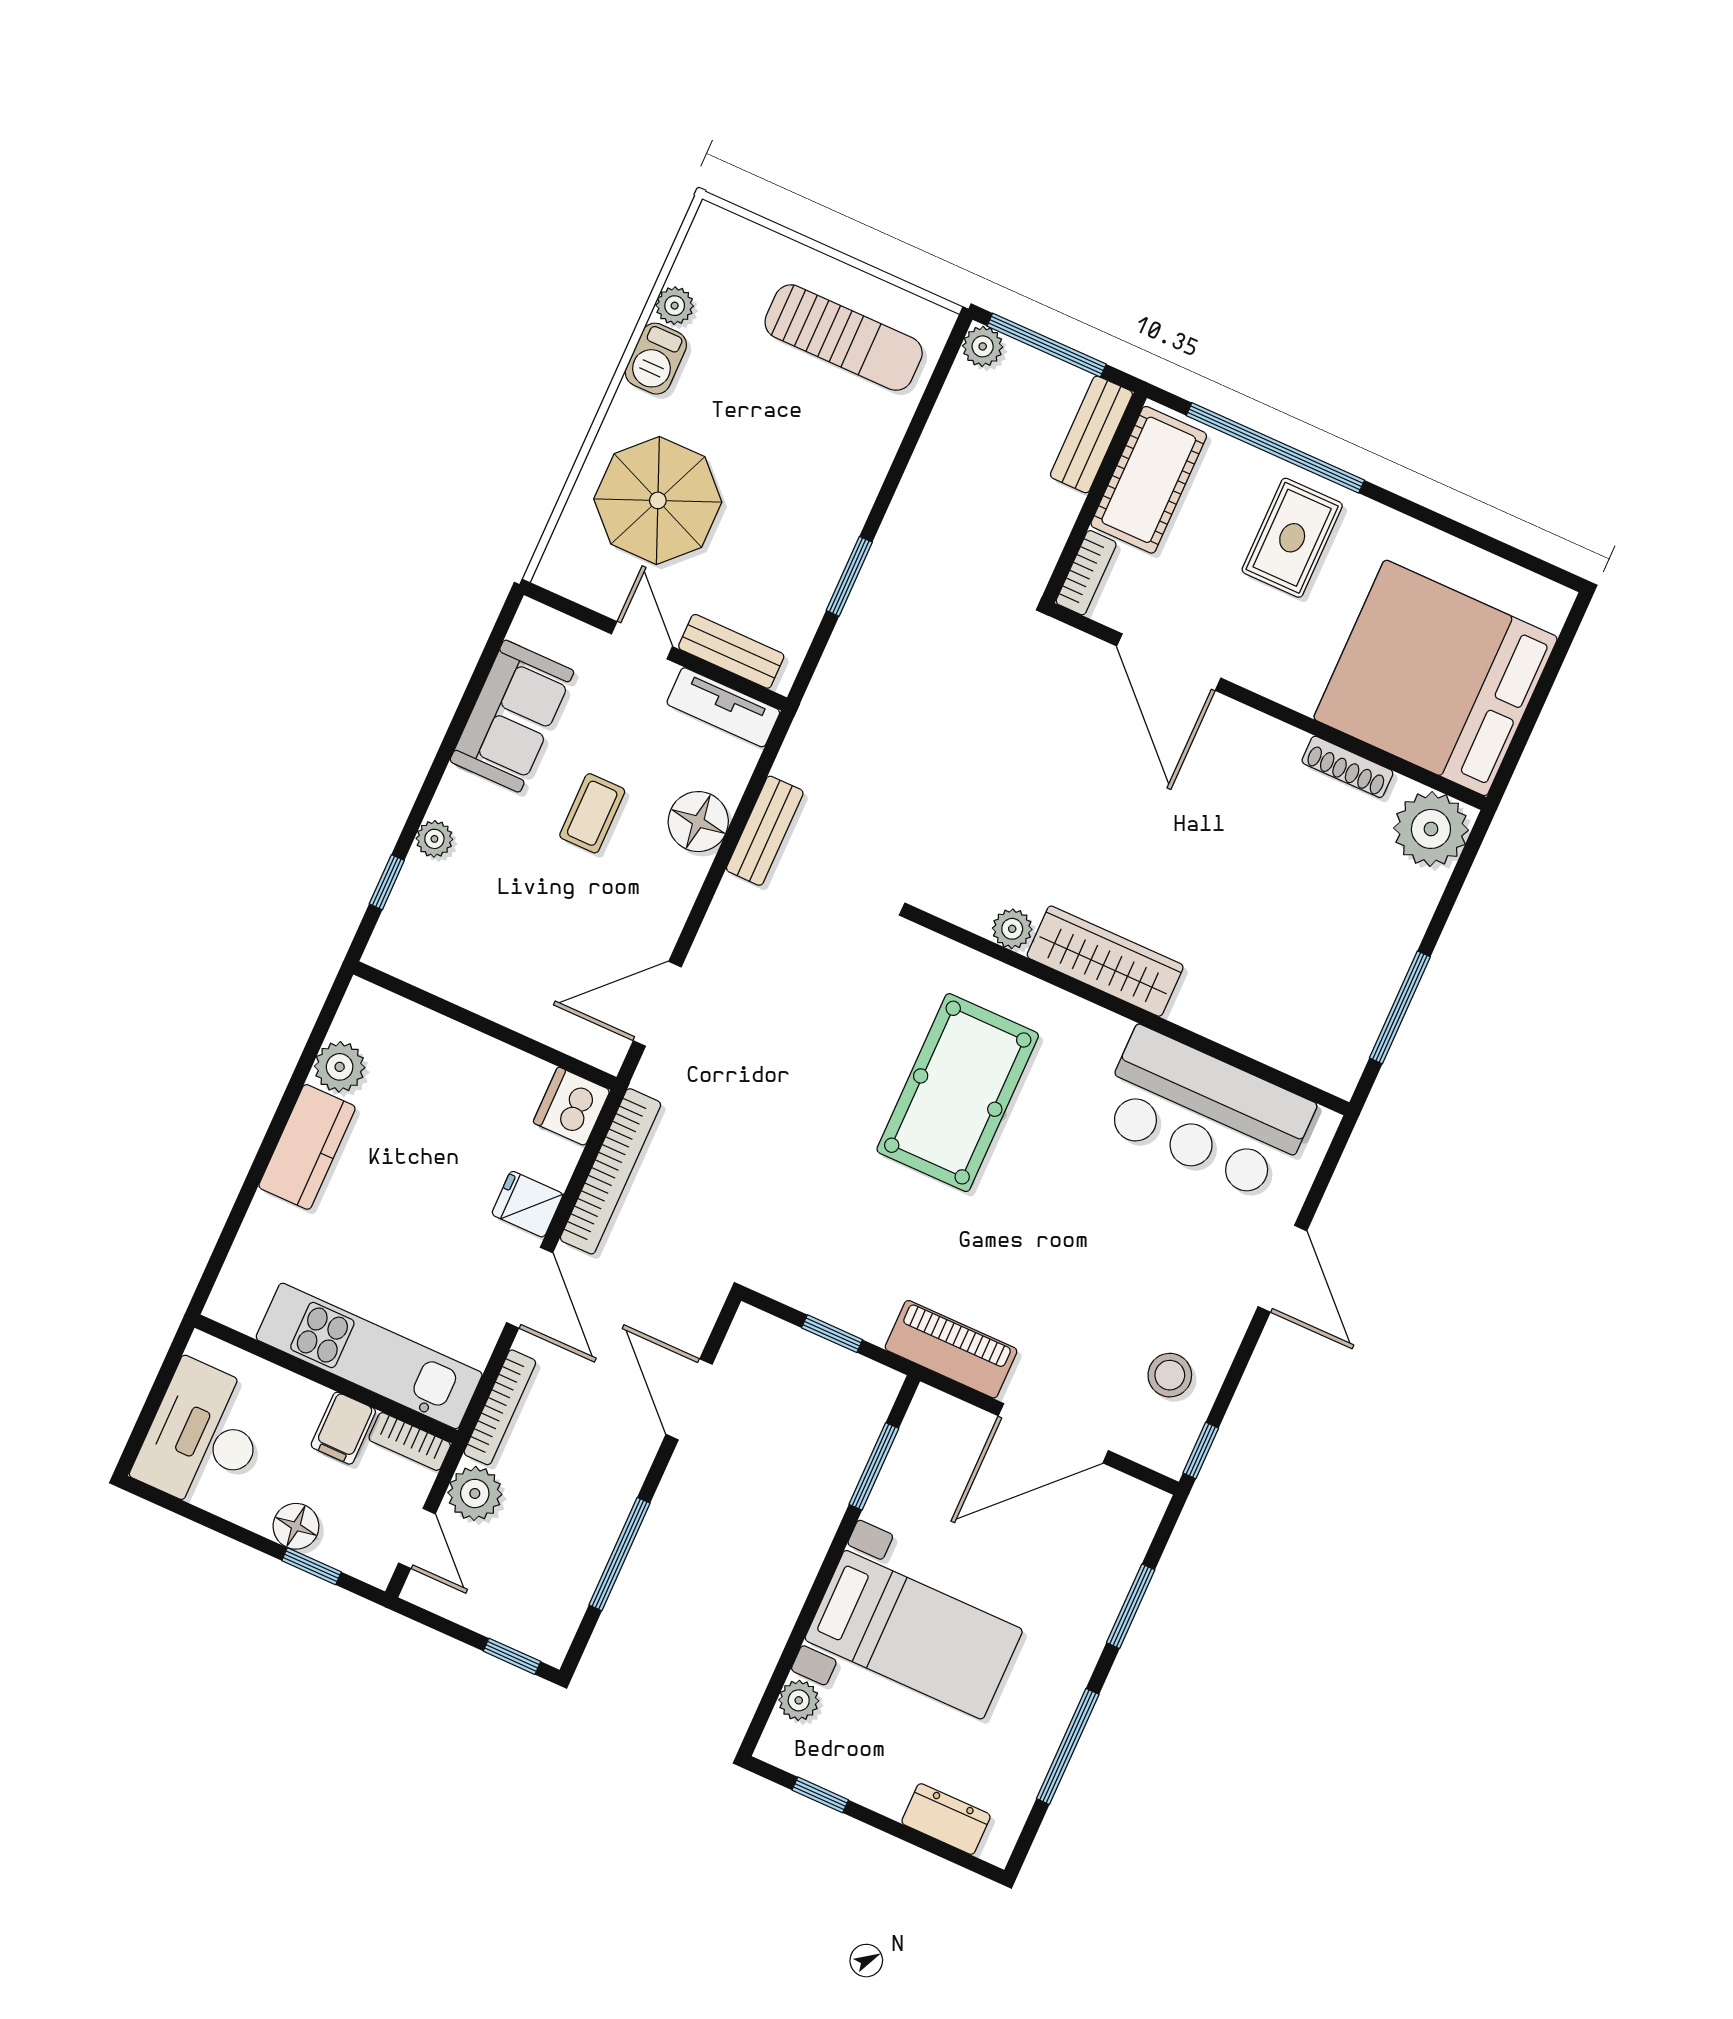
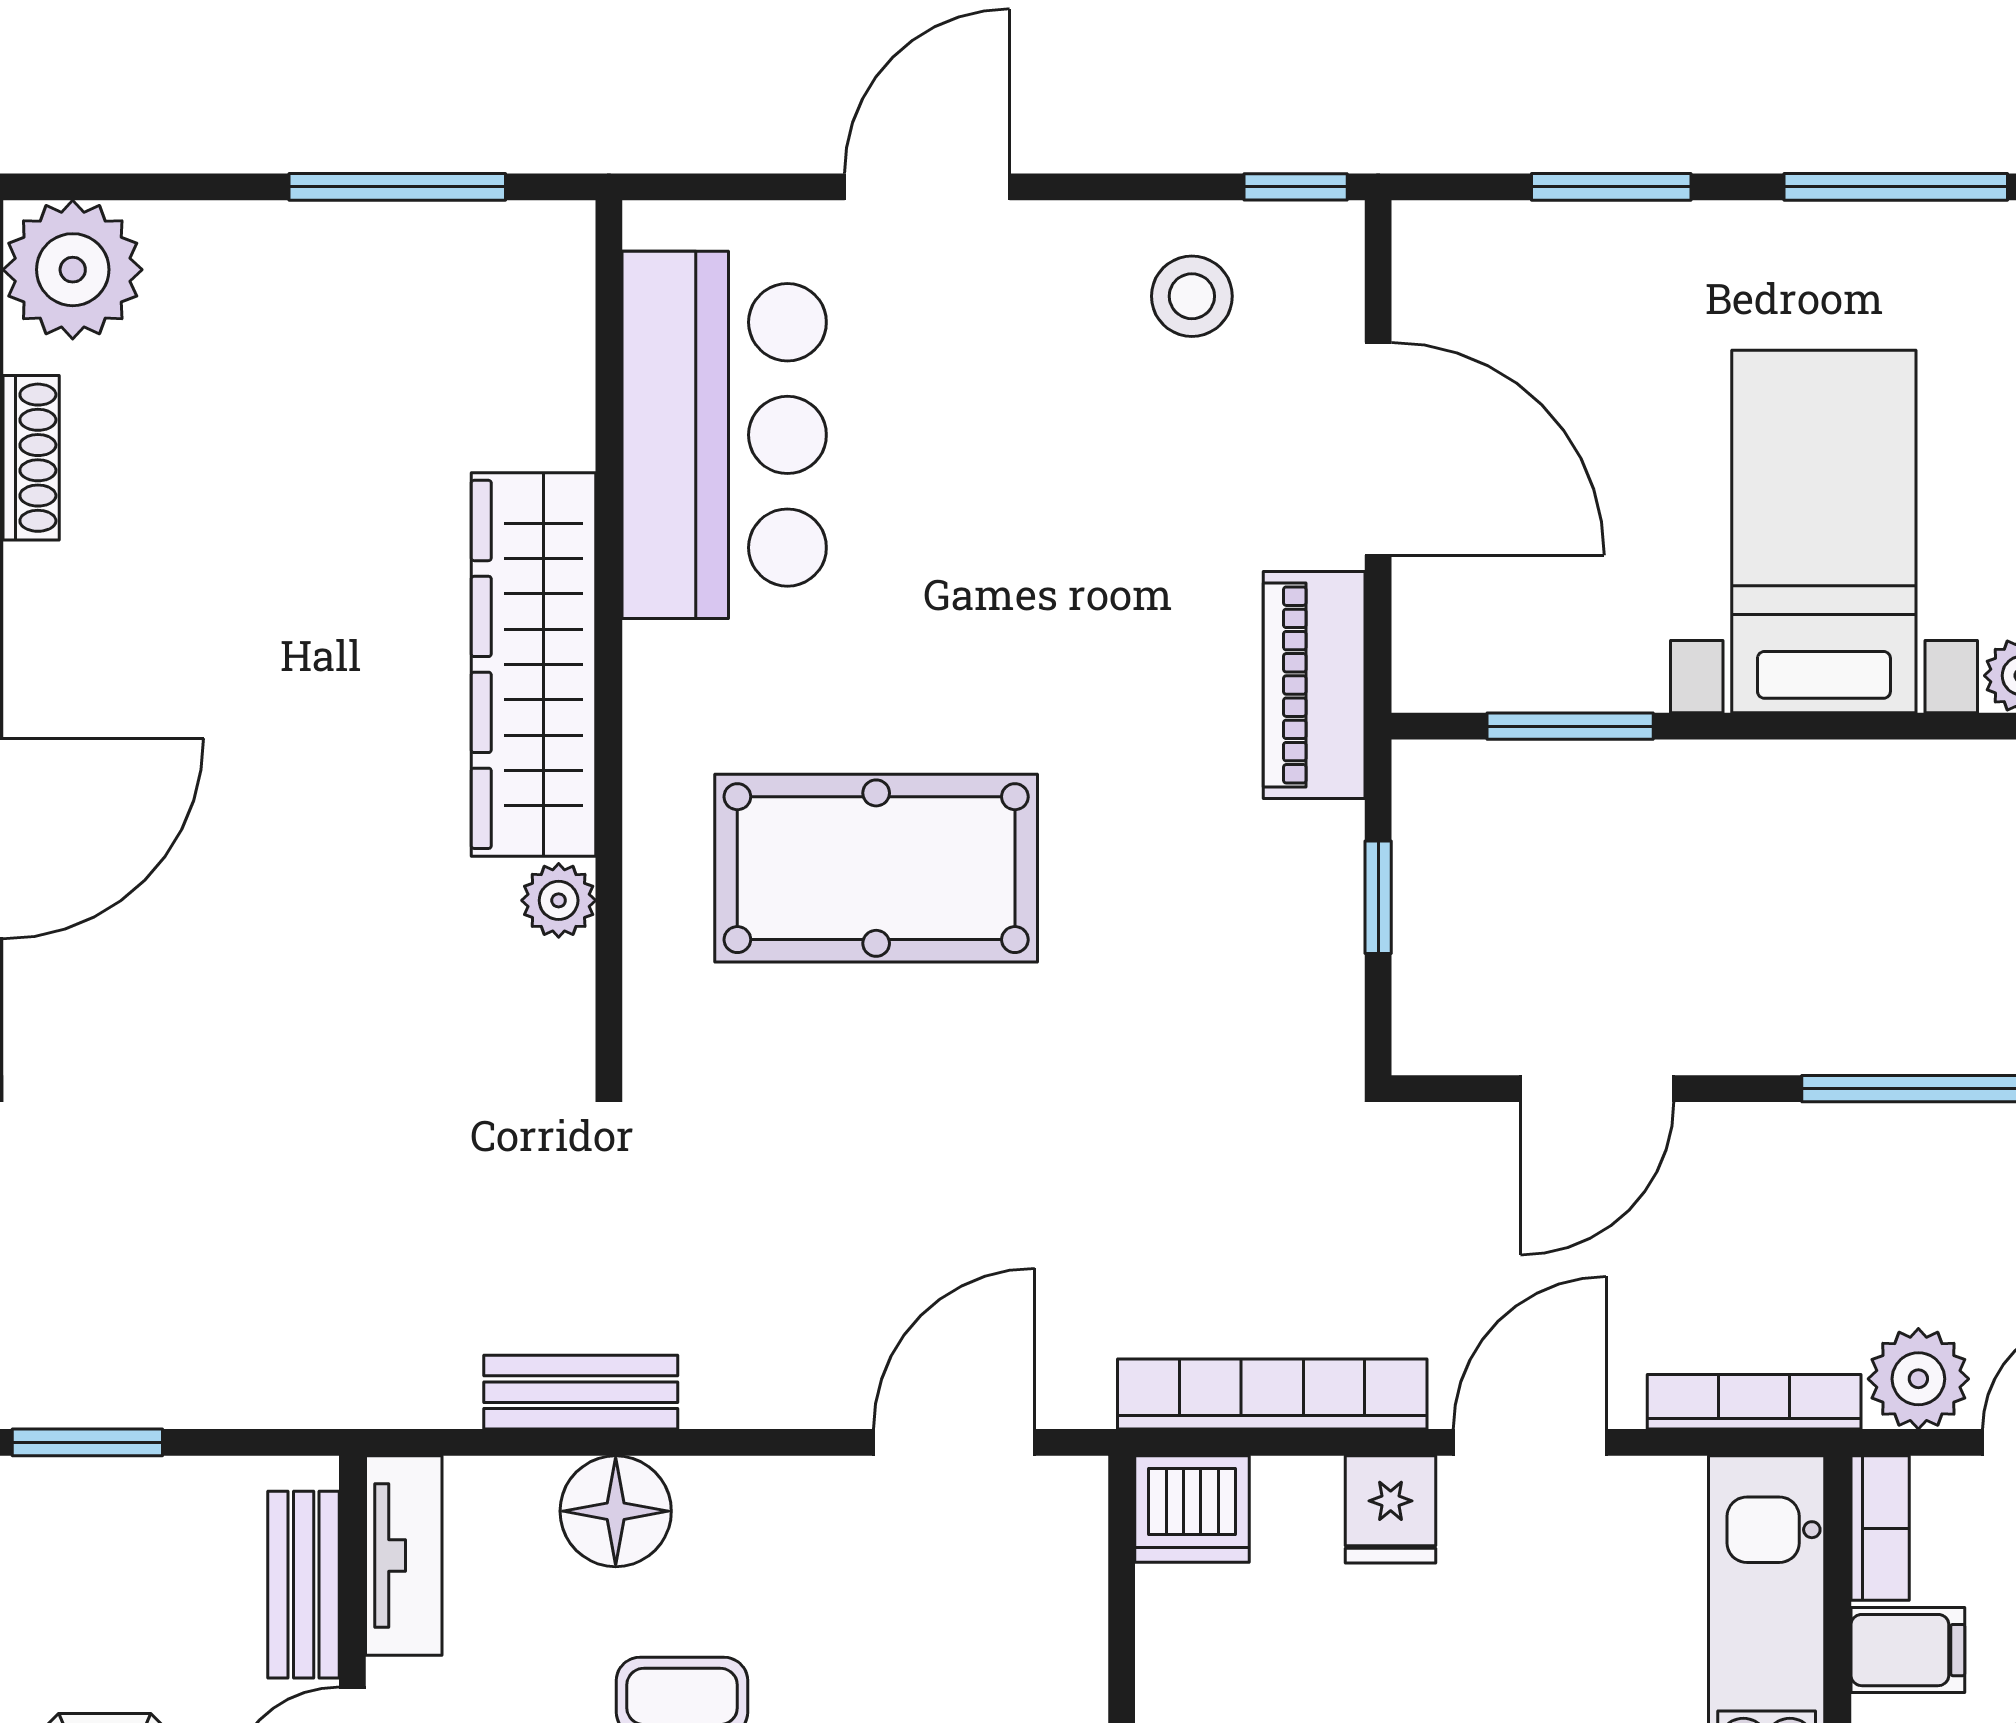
wardrobe: (1105, 961) -> (533, 664), width x1.40, depth x1.17
door: (657, 1004) -> (954, 1442), swing flipped

